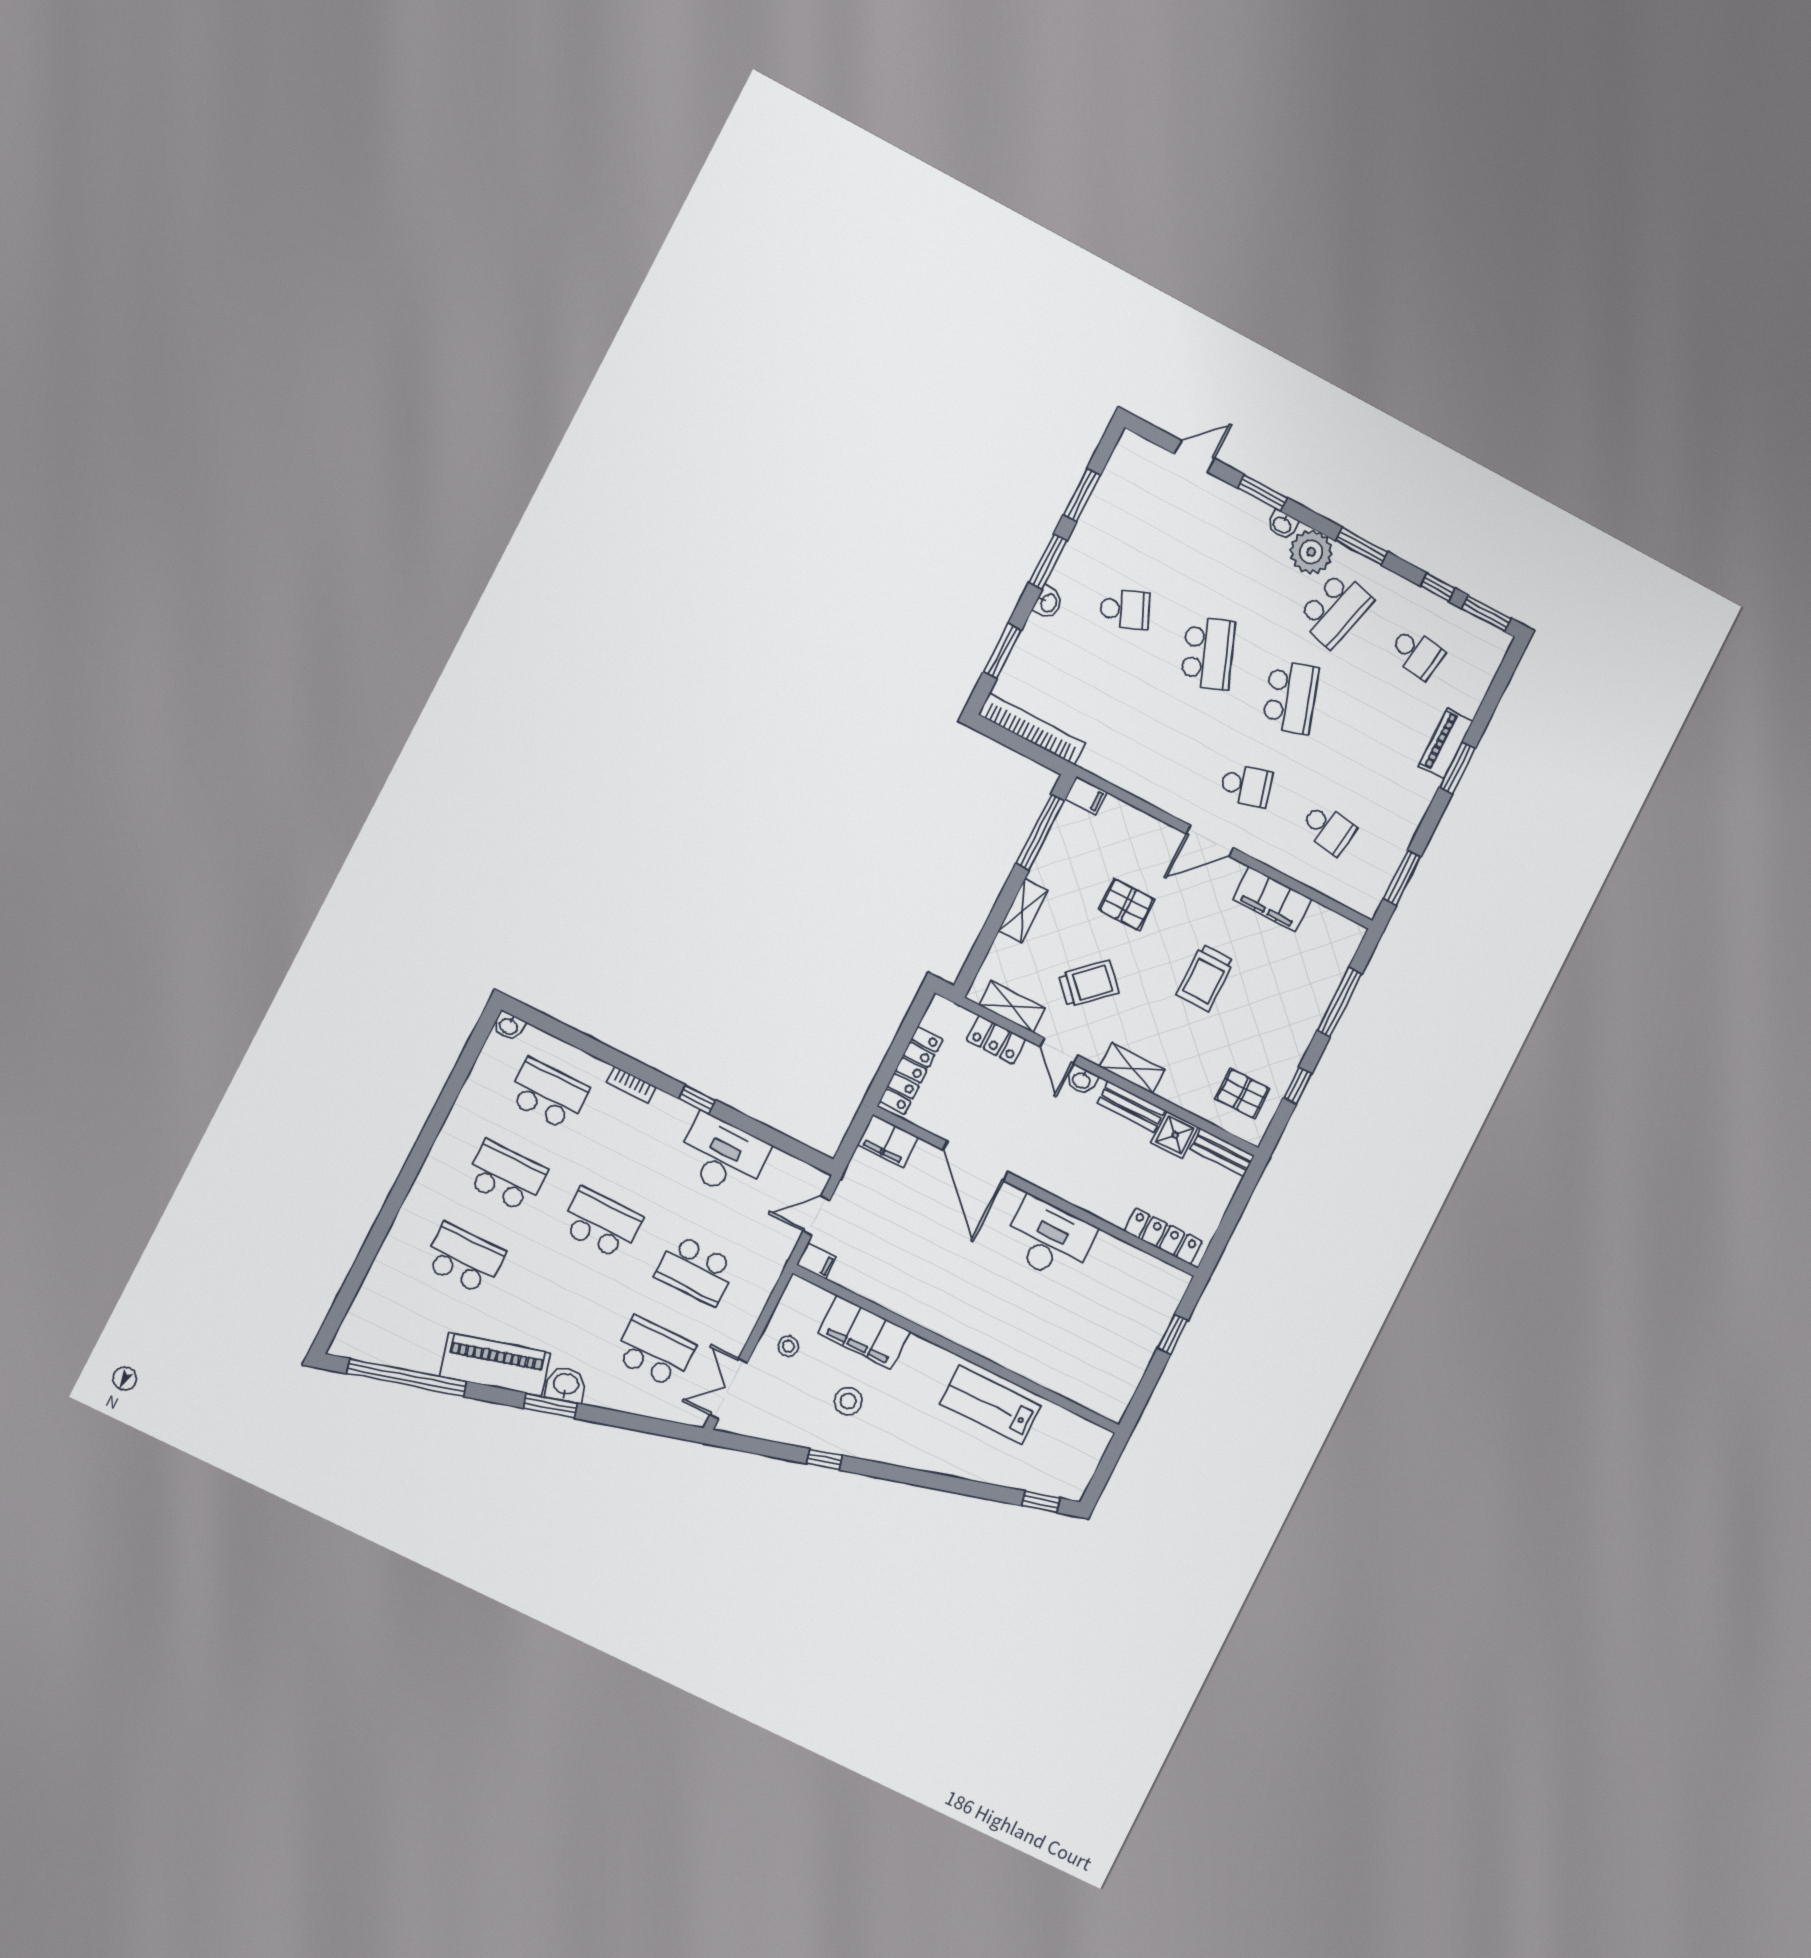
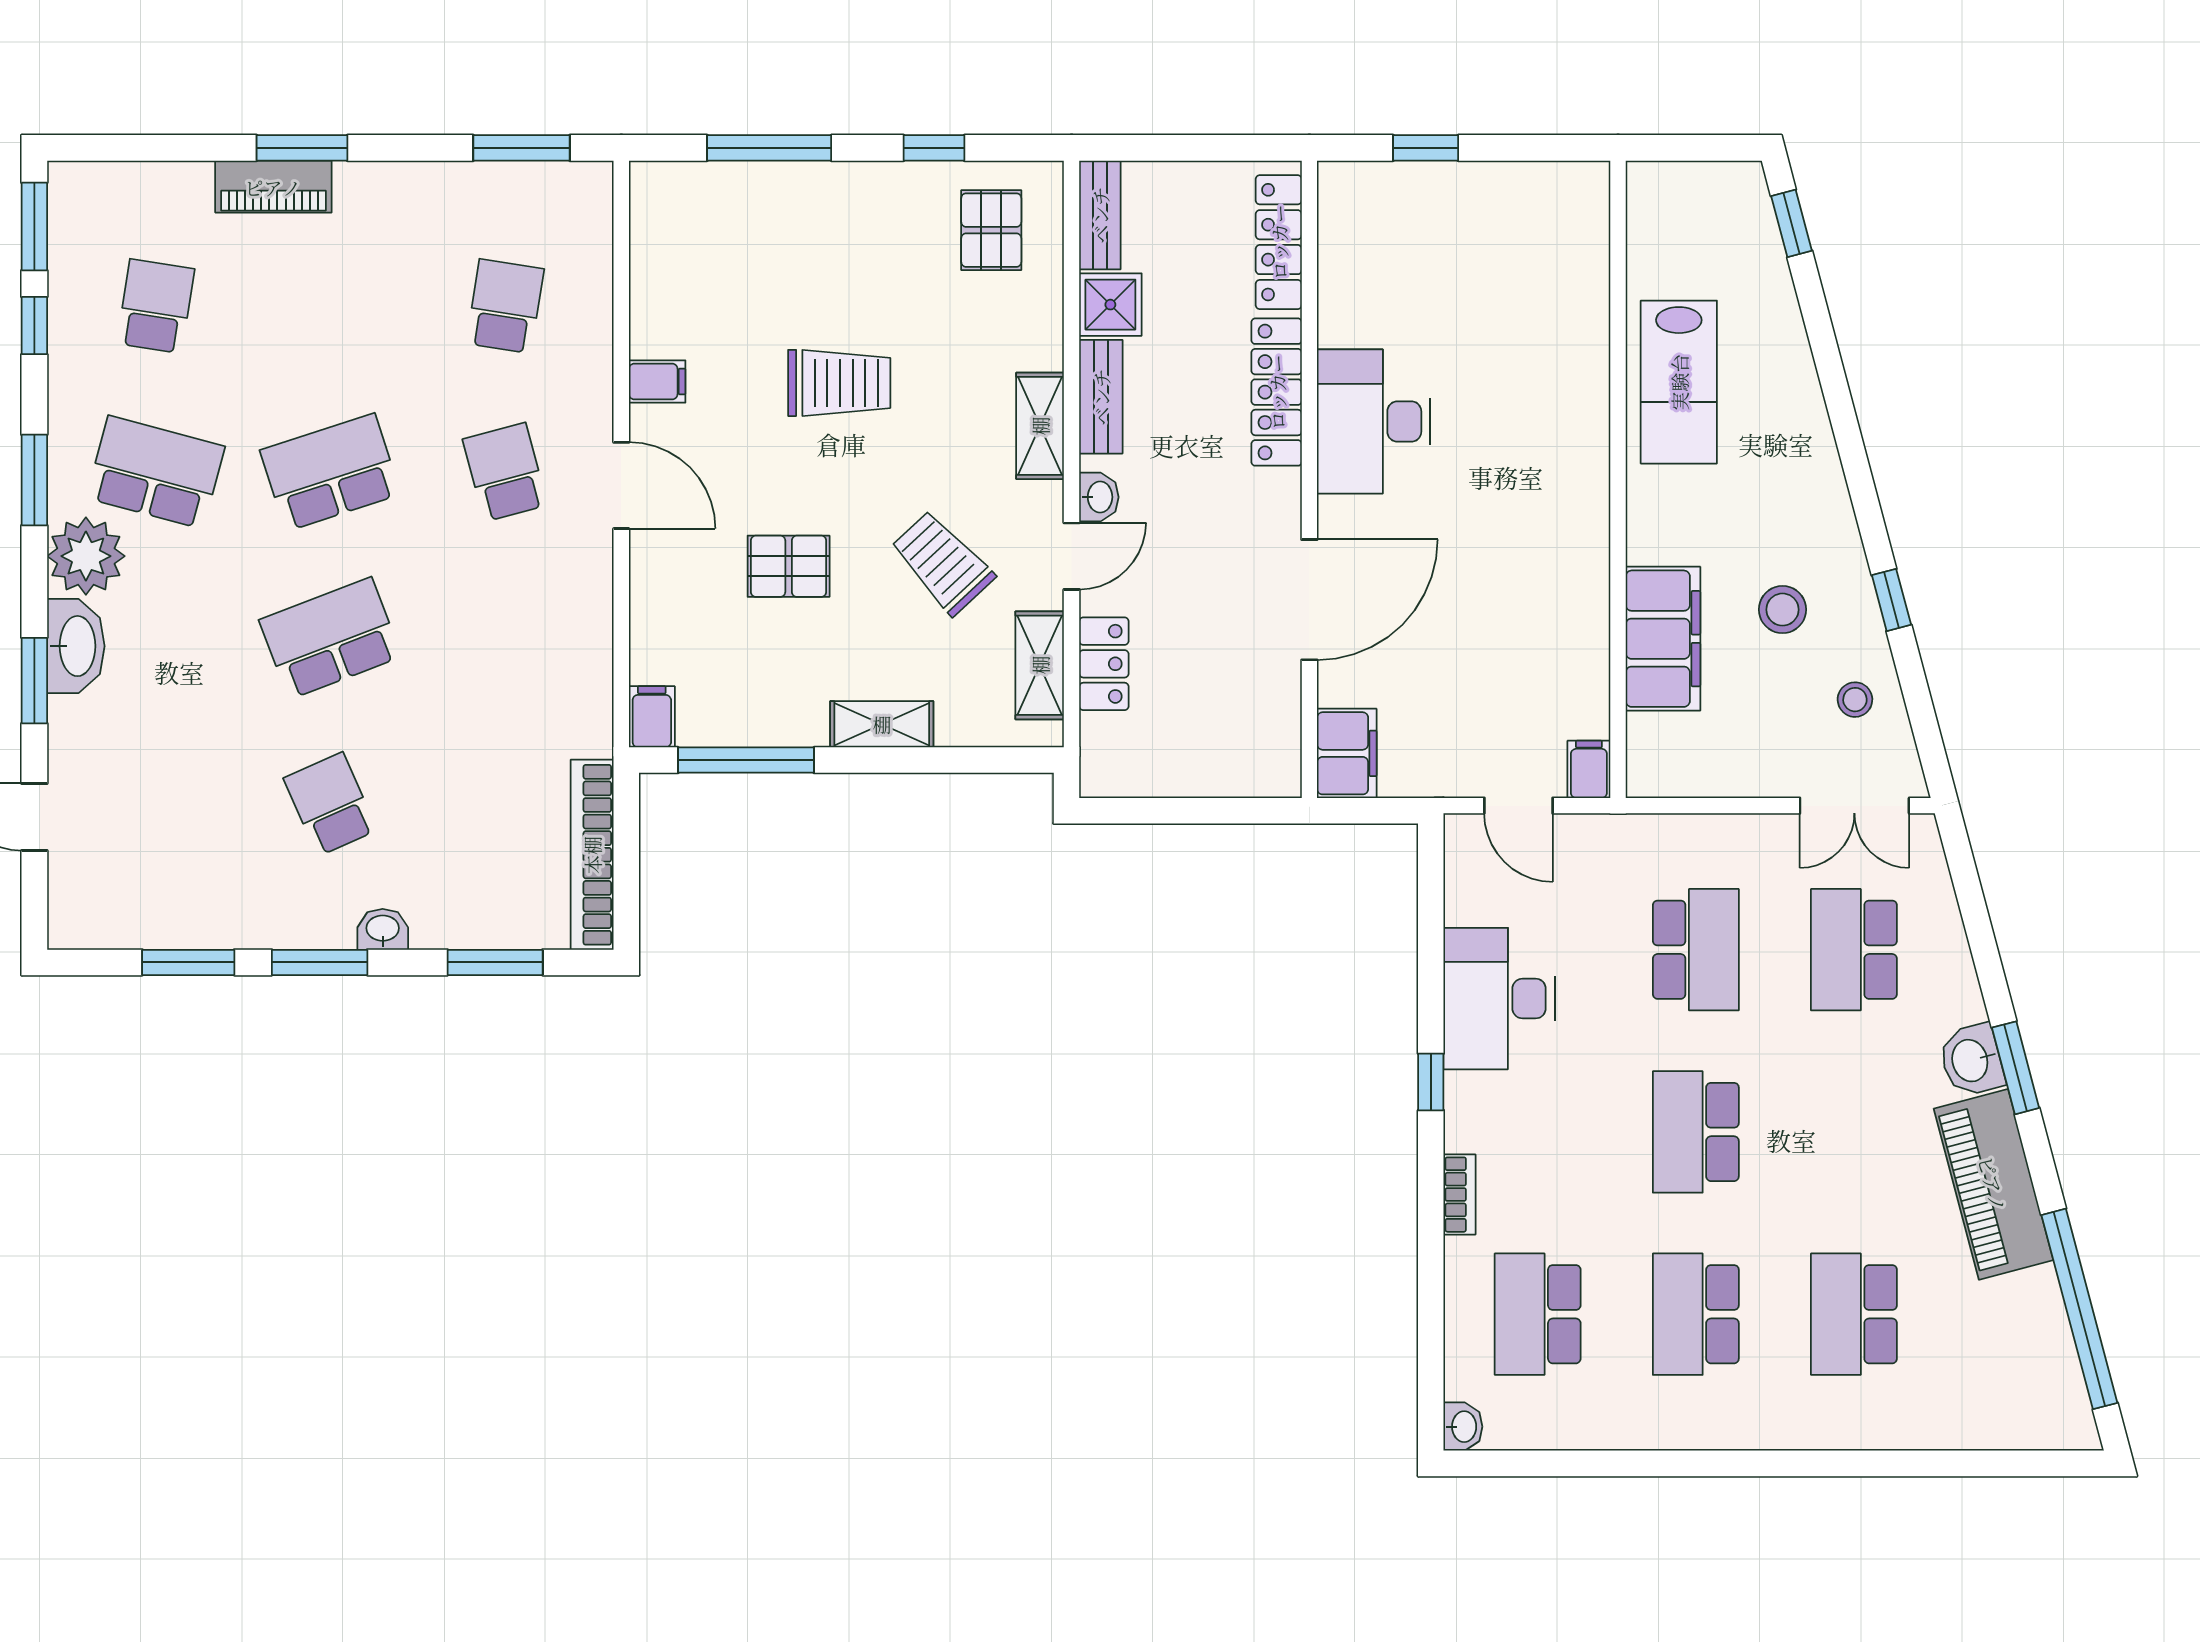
washbasin: (1283, 524) -> (76, 646), width x1.91, depth x1.45
filing cabinet: (1272, 899) -> (657, 381), width x0.33, depth x0.86
pallet: (1127, 904) -> (789, 566), turned 90
locker: (911, 1070) -> (1277, 392), moved, turned -90
stool: (788, 1346) -> (1855, 700), moved

